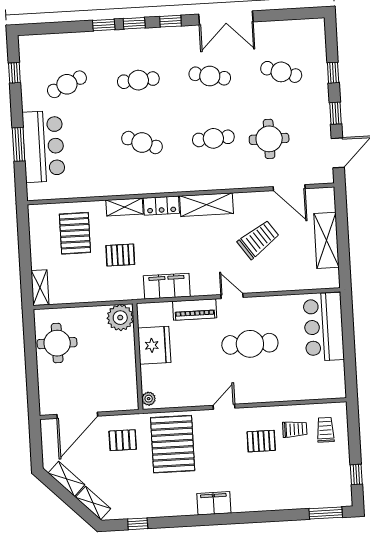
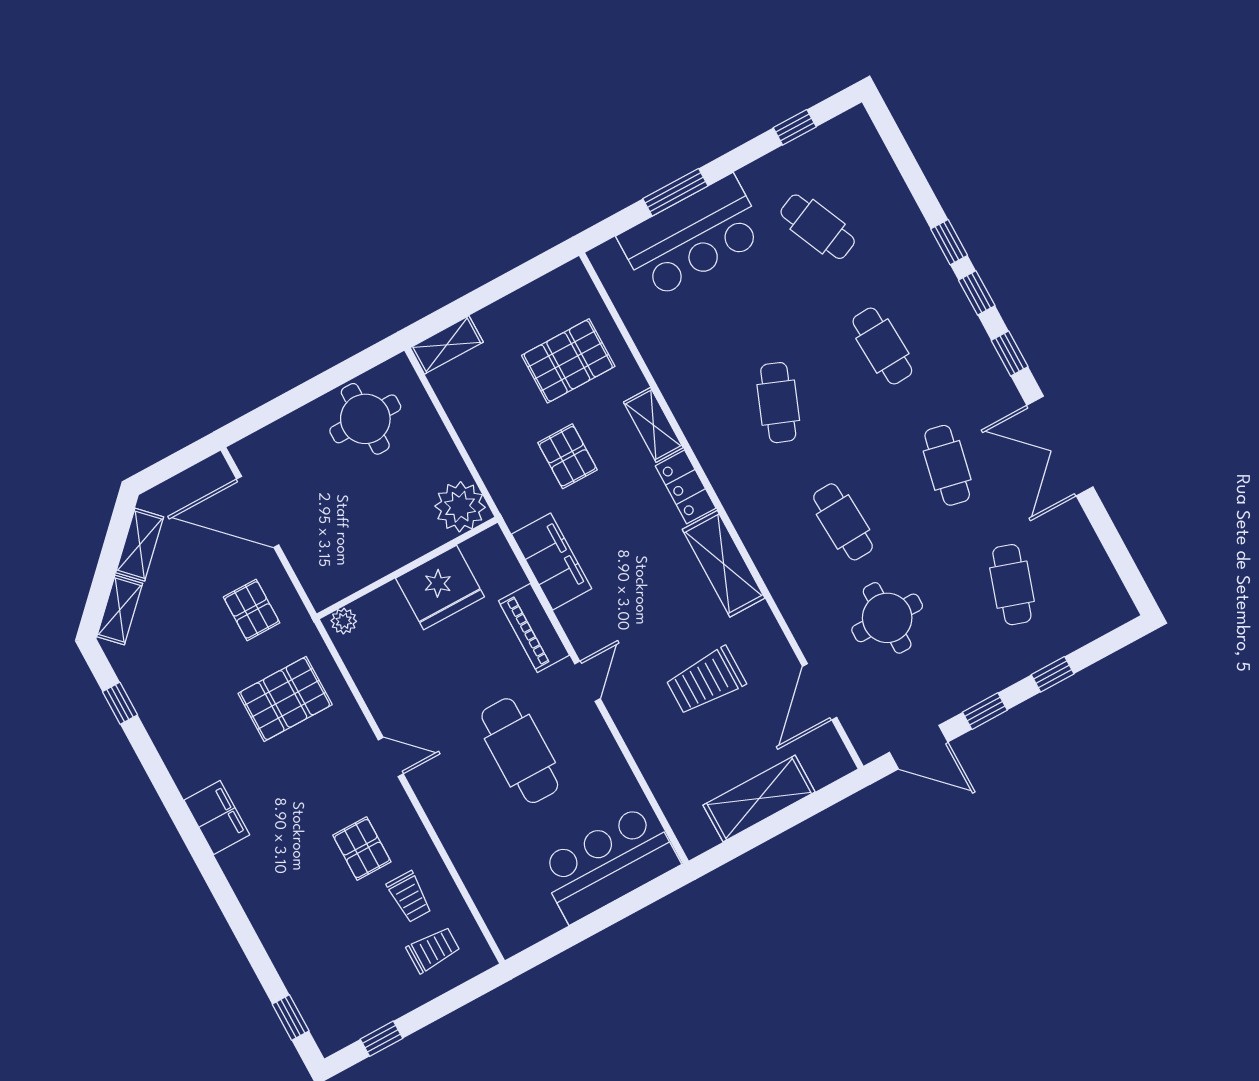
trolley: (258, 239) -> (706, 681), turned 125
pallet: (173, 444) -> (285, 699), width x0.73, depth x0.71
window: (326, 513) -> (291, 1017), width x0.67

